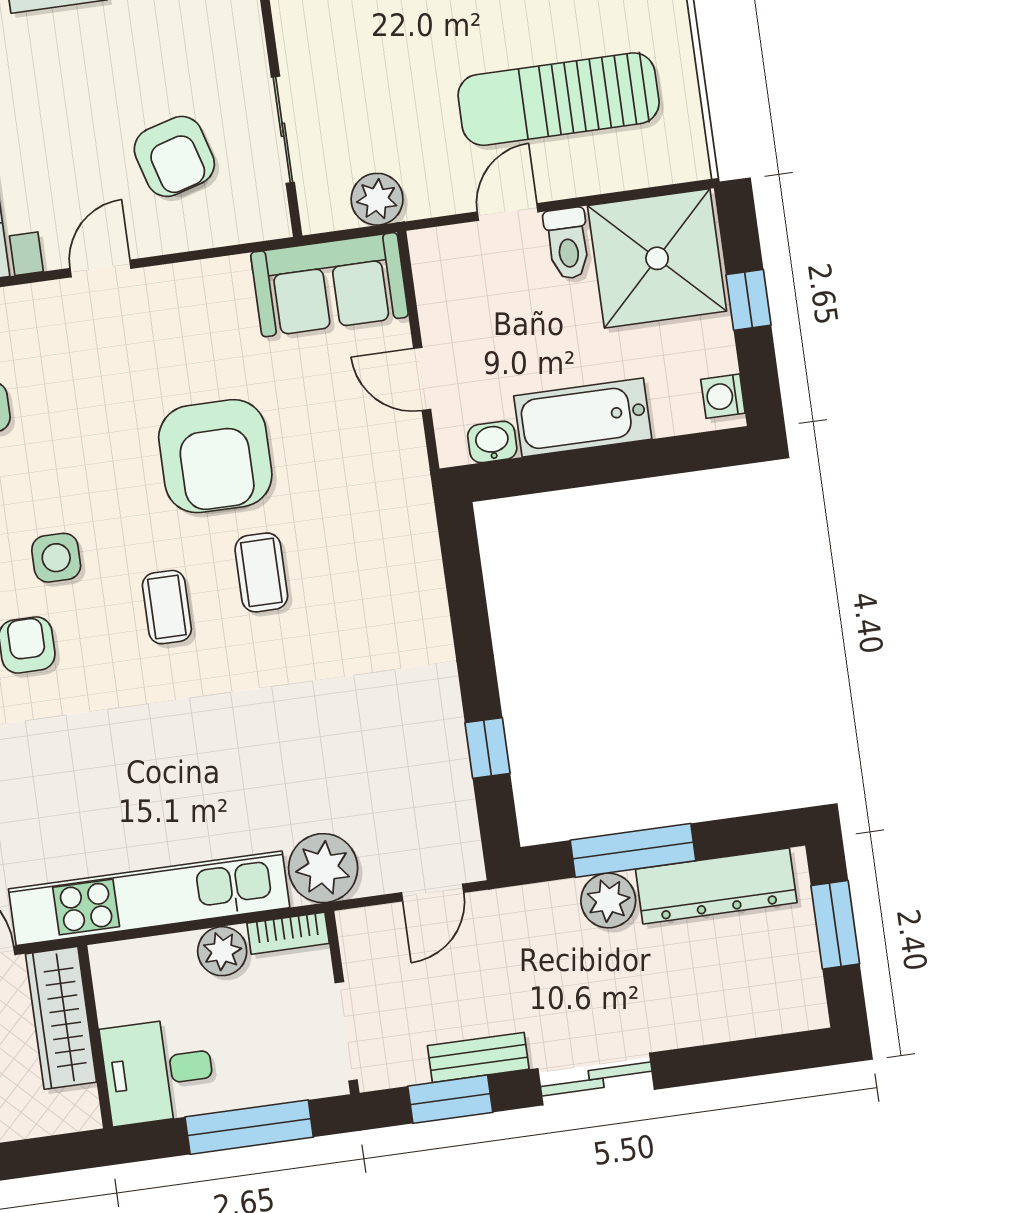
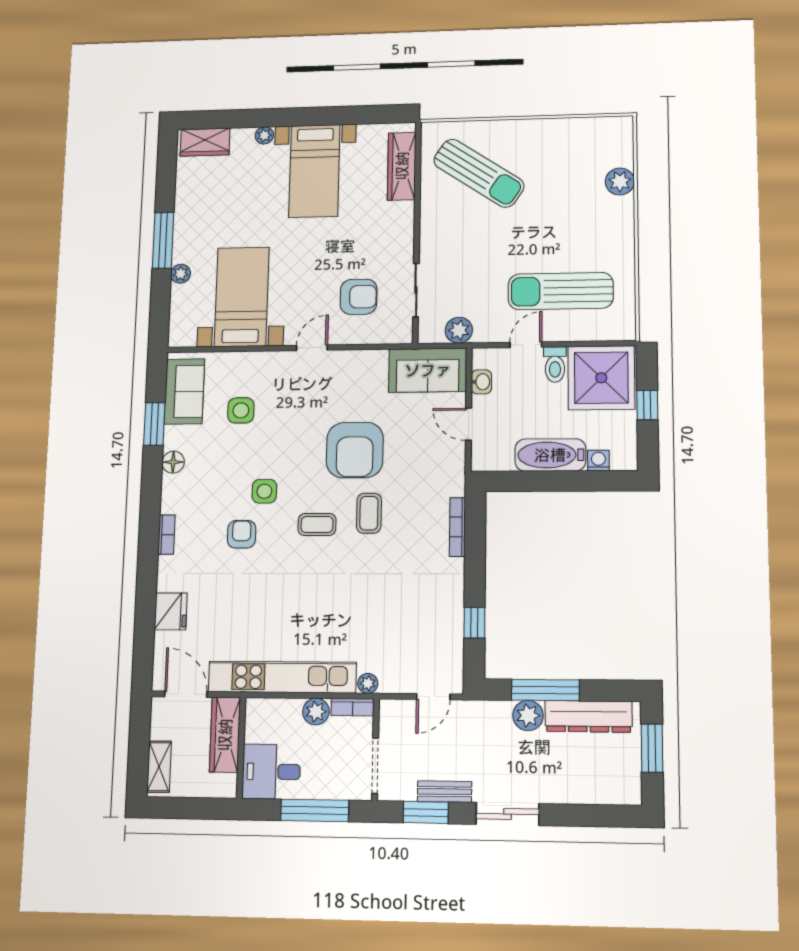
armchair: (174, 156) -> (359, 297), turned -74
washing machine: (723, 396) -> (598, 460), moved, turned 90
washbasin: (492, 442) -> (481, 382), moved, turned 90
bookcase: (430, 576) -> (457, 527), added
coffee table: (167, 607) -> (317, 524), turned 90
plant: (323, 868) -> (368, 683), width x0.53, depth x0.53

